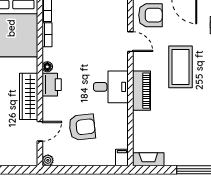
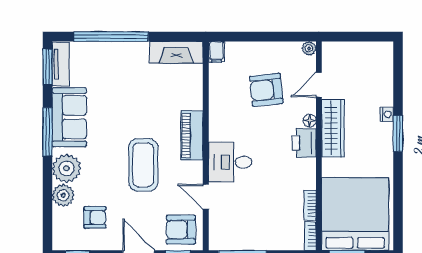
floor lamp: (47, 67) -> (310, 121), moved
desk: (111, 87) -> (230, 162), moved
fireplace: (148, 159) -> (176, 52), width x1.37, depth x1.32

